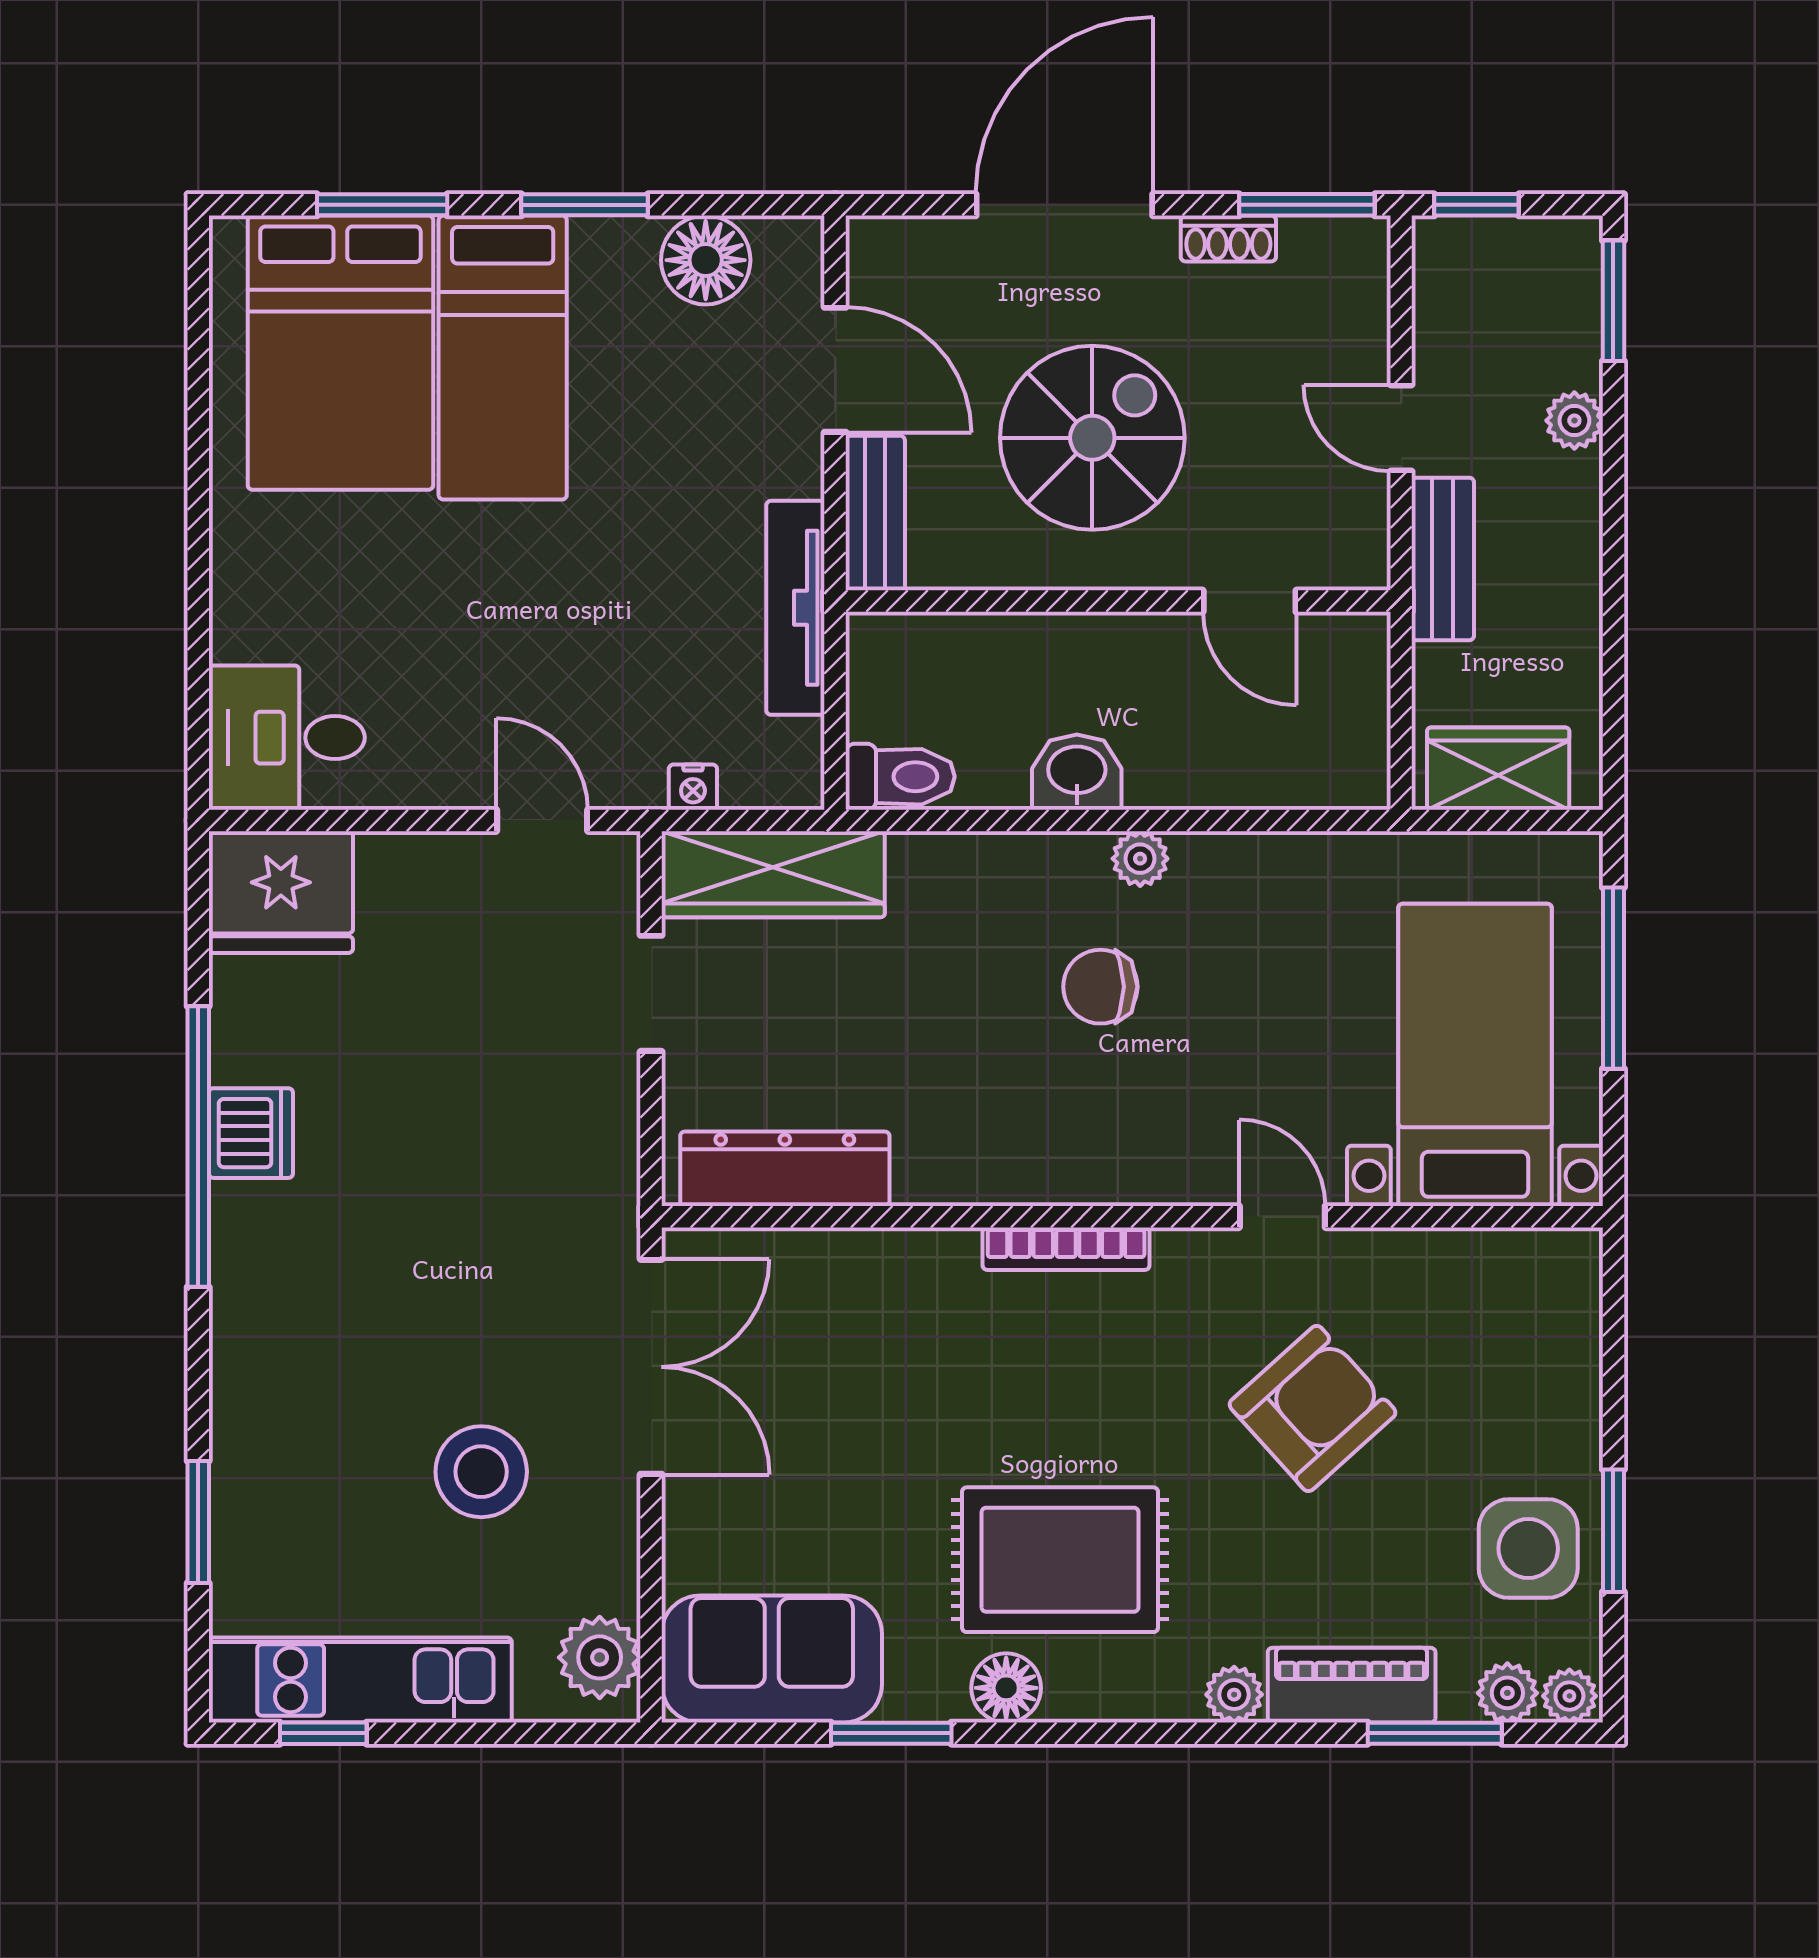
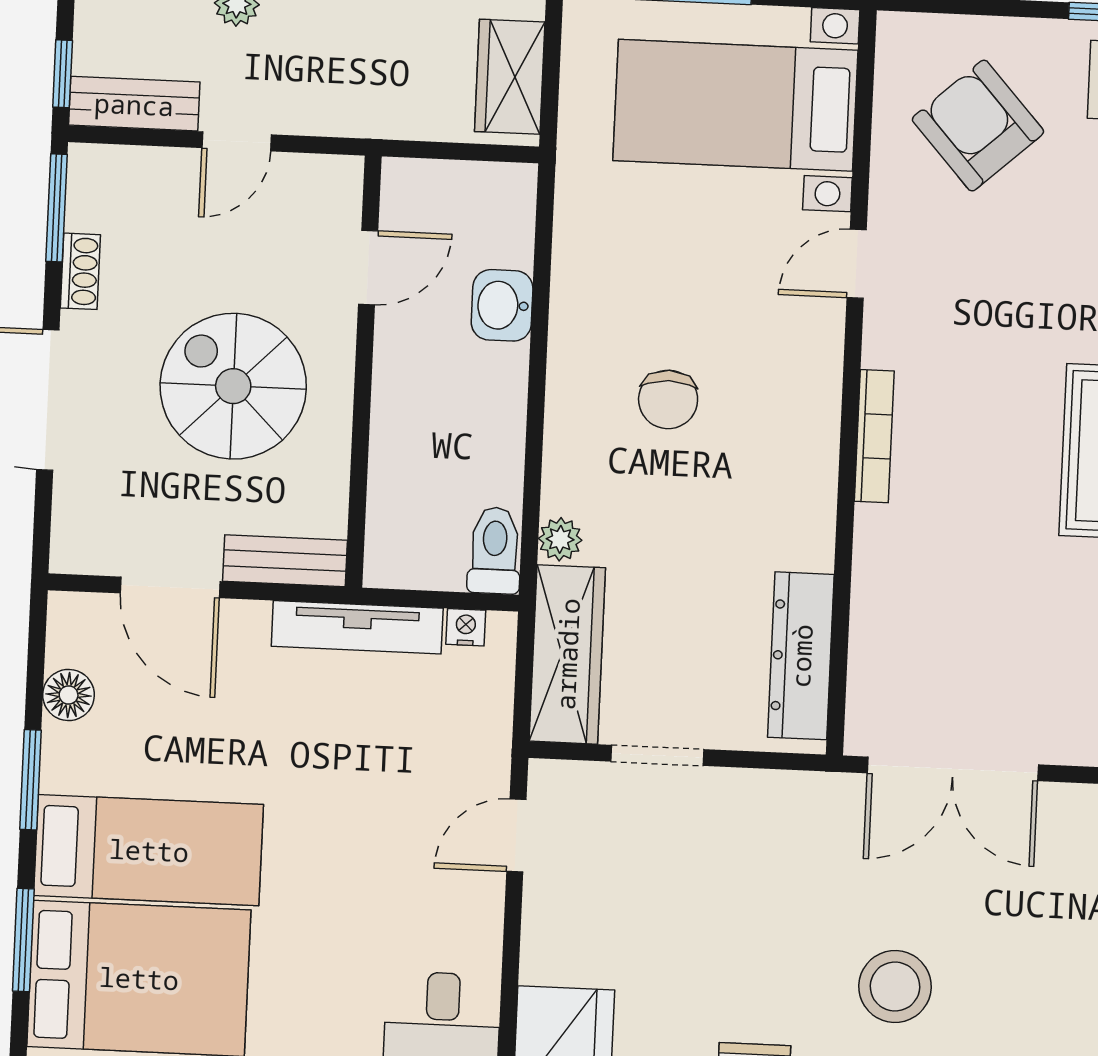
floor lamp: (706, 260) -> (69, 695), width x0.73, depth x0.73
door: (835, 370) -> (170, 587), swing flipped
bench: (1443, 559) -> (134, 104), moved
washbasin: (1077, 772) -> (502, 305), moved
nightstand: (693, 787) -> (466, 627), moved, turned -90
plant: (1140, 859) -> (560, 539), moved
double door: (651, 1367) -> (953, 769), swing flipped
armchair: (1313, 1408) -> (978, 126), moved
stool: (481, 1472) -> (895, 987), moved

